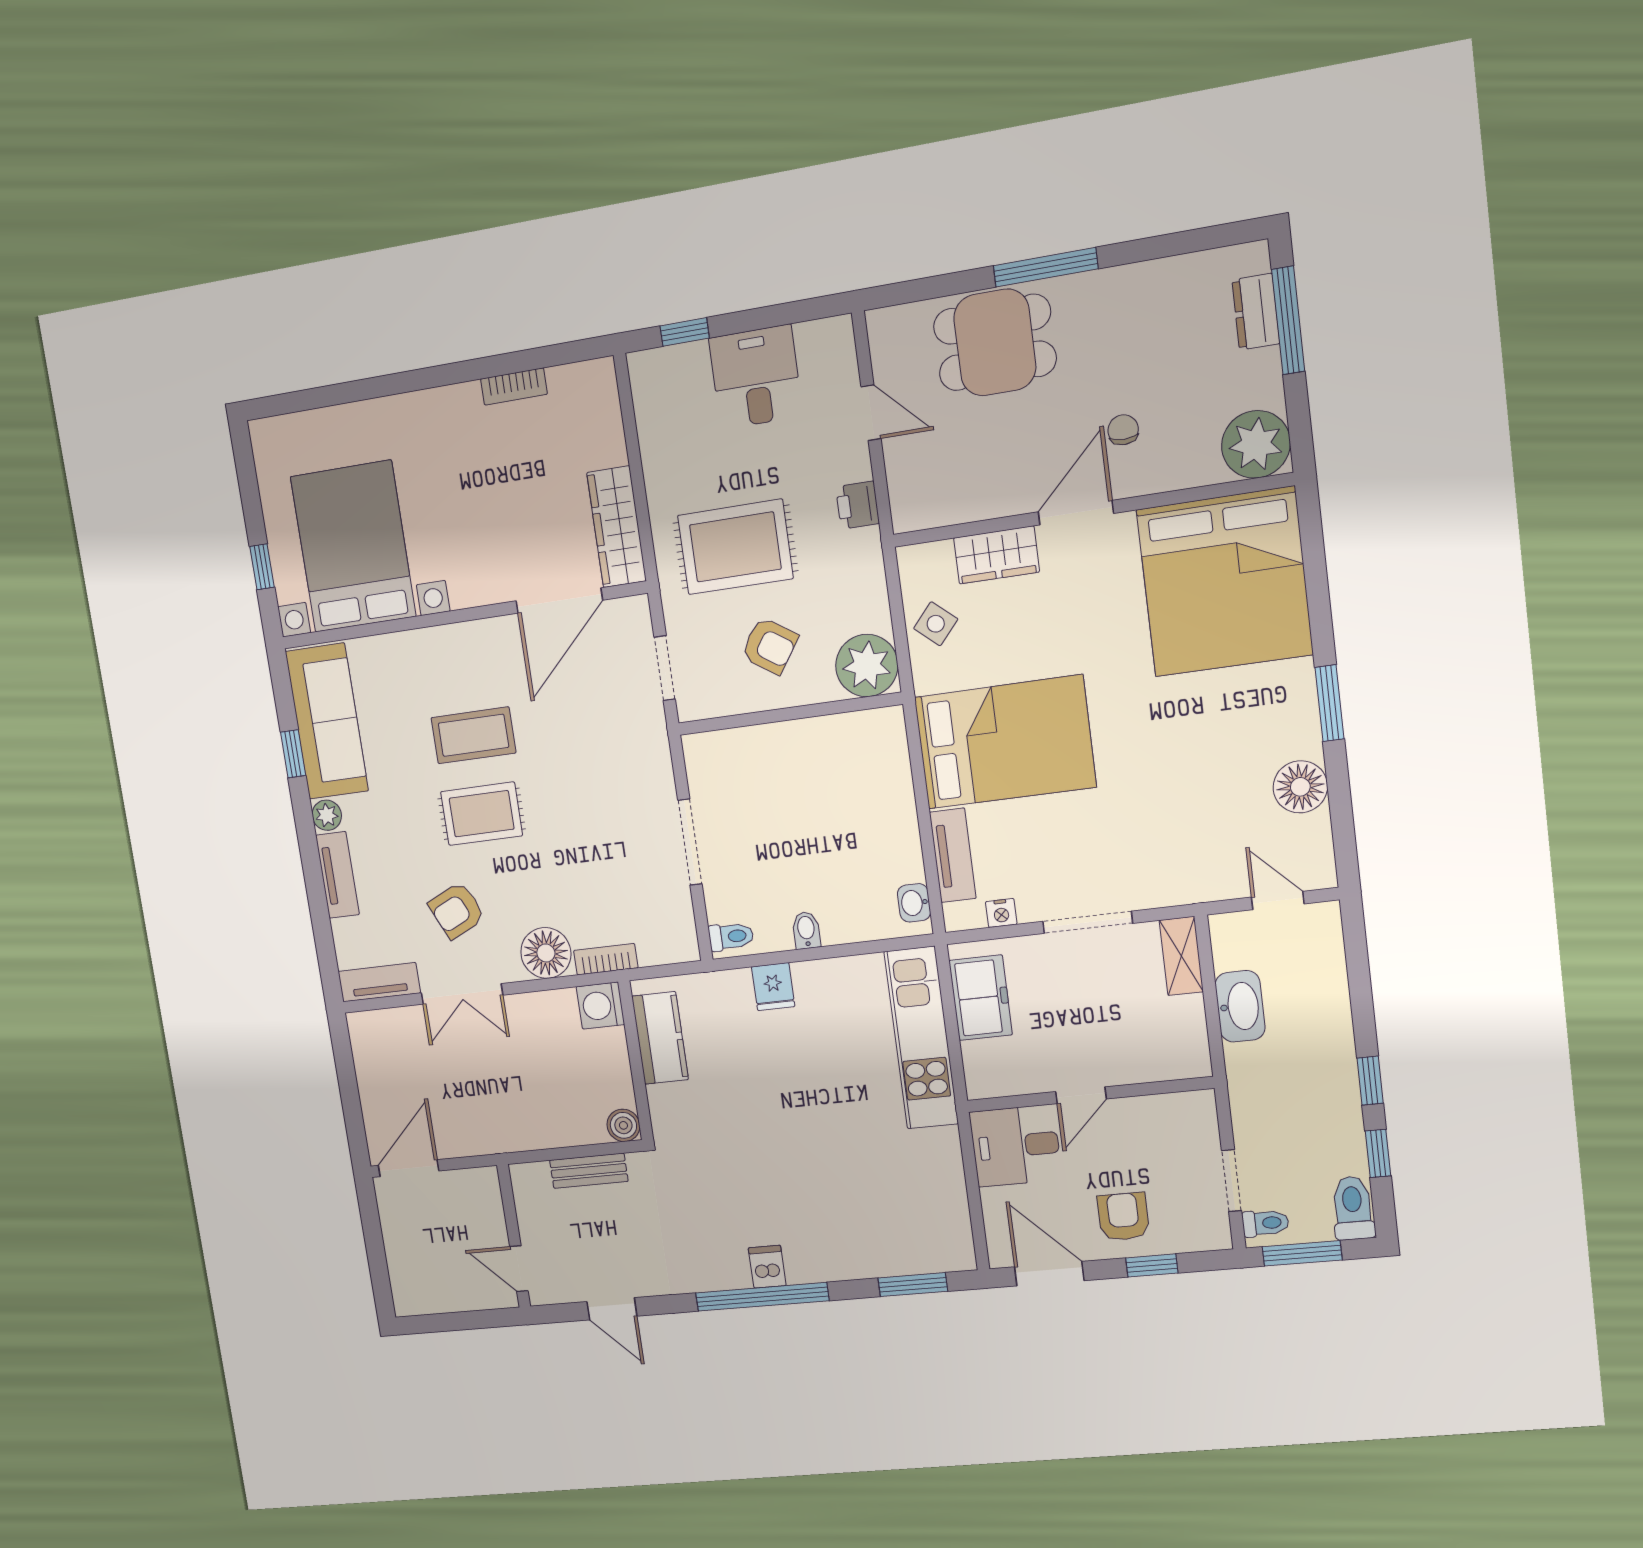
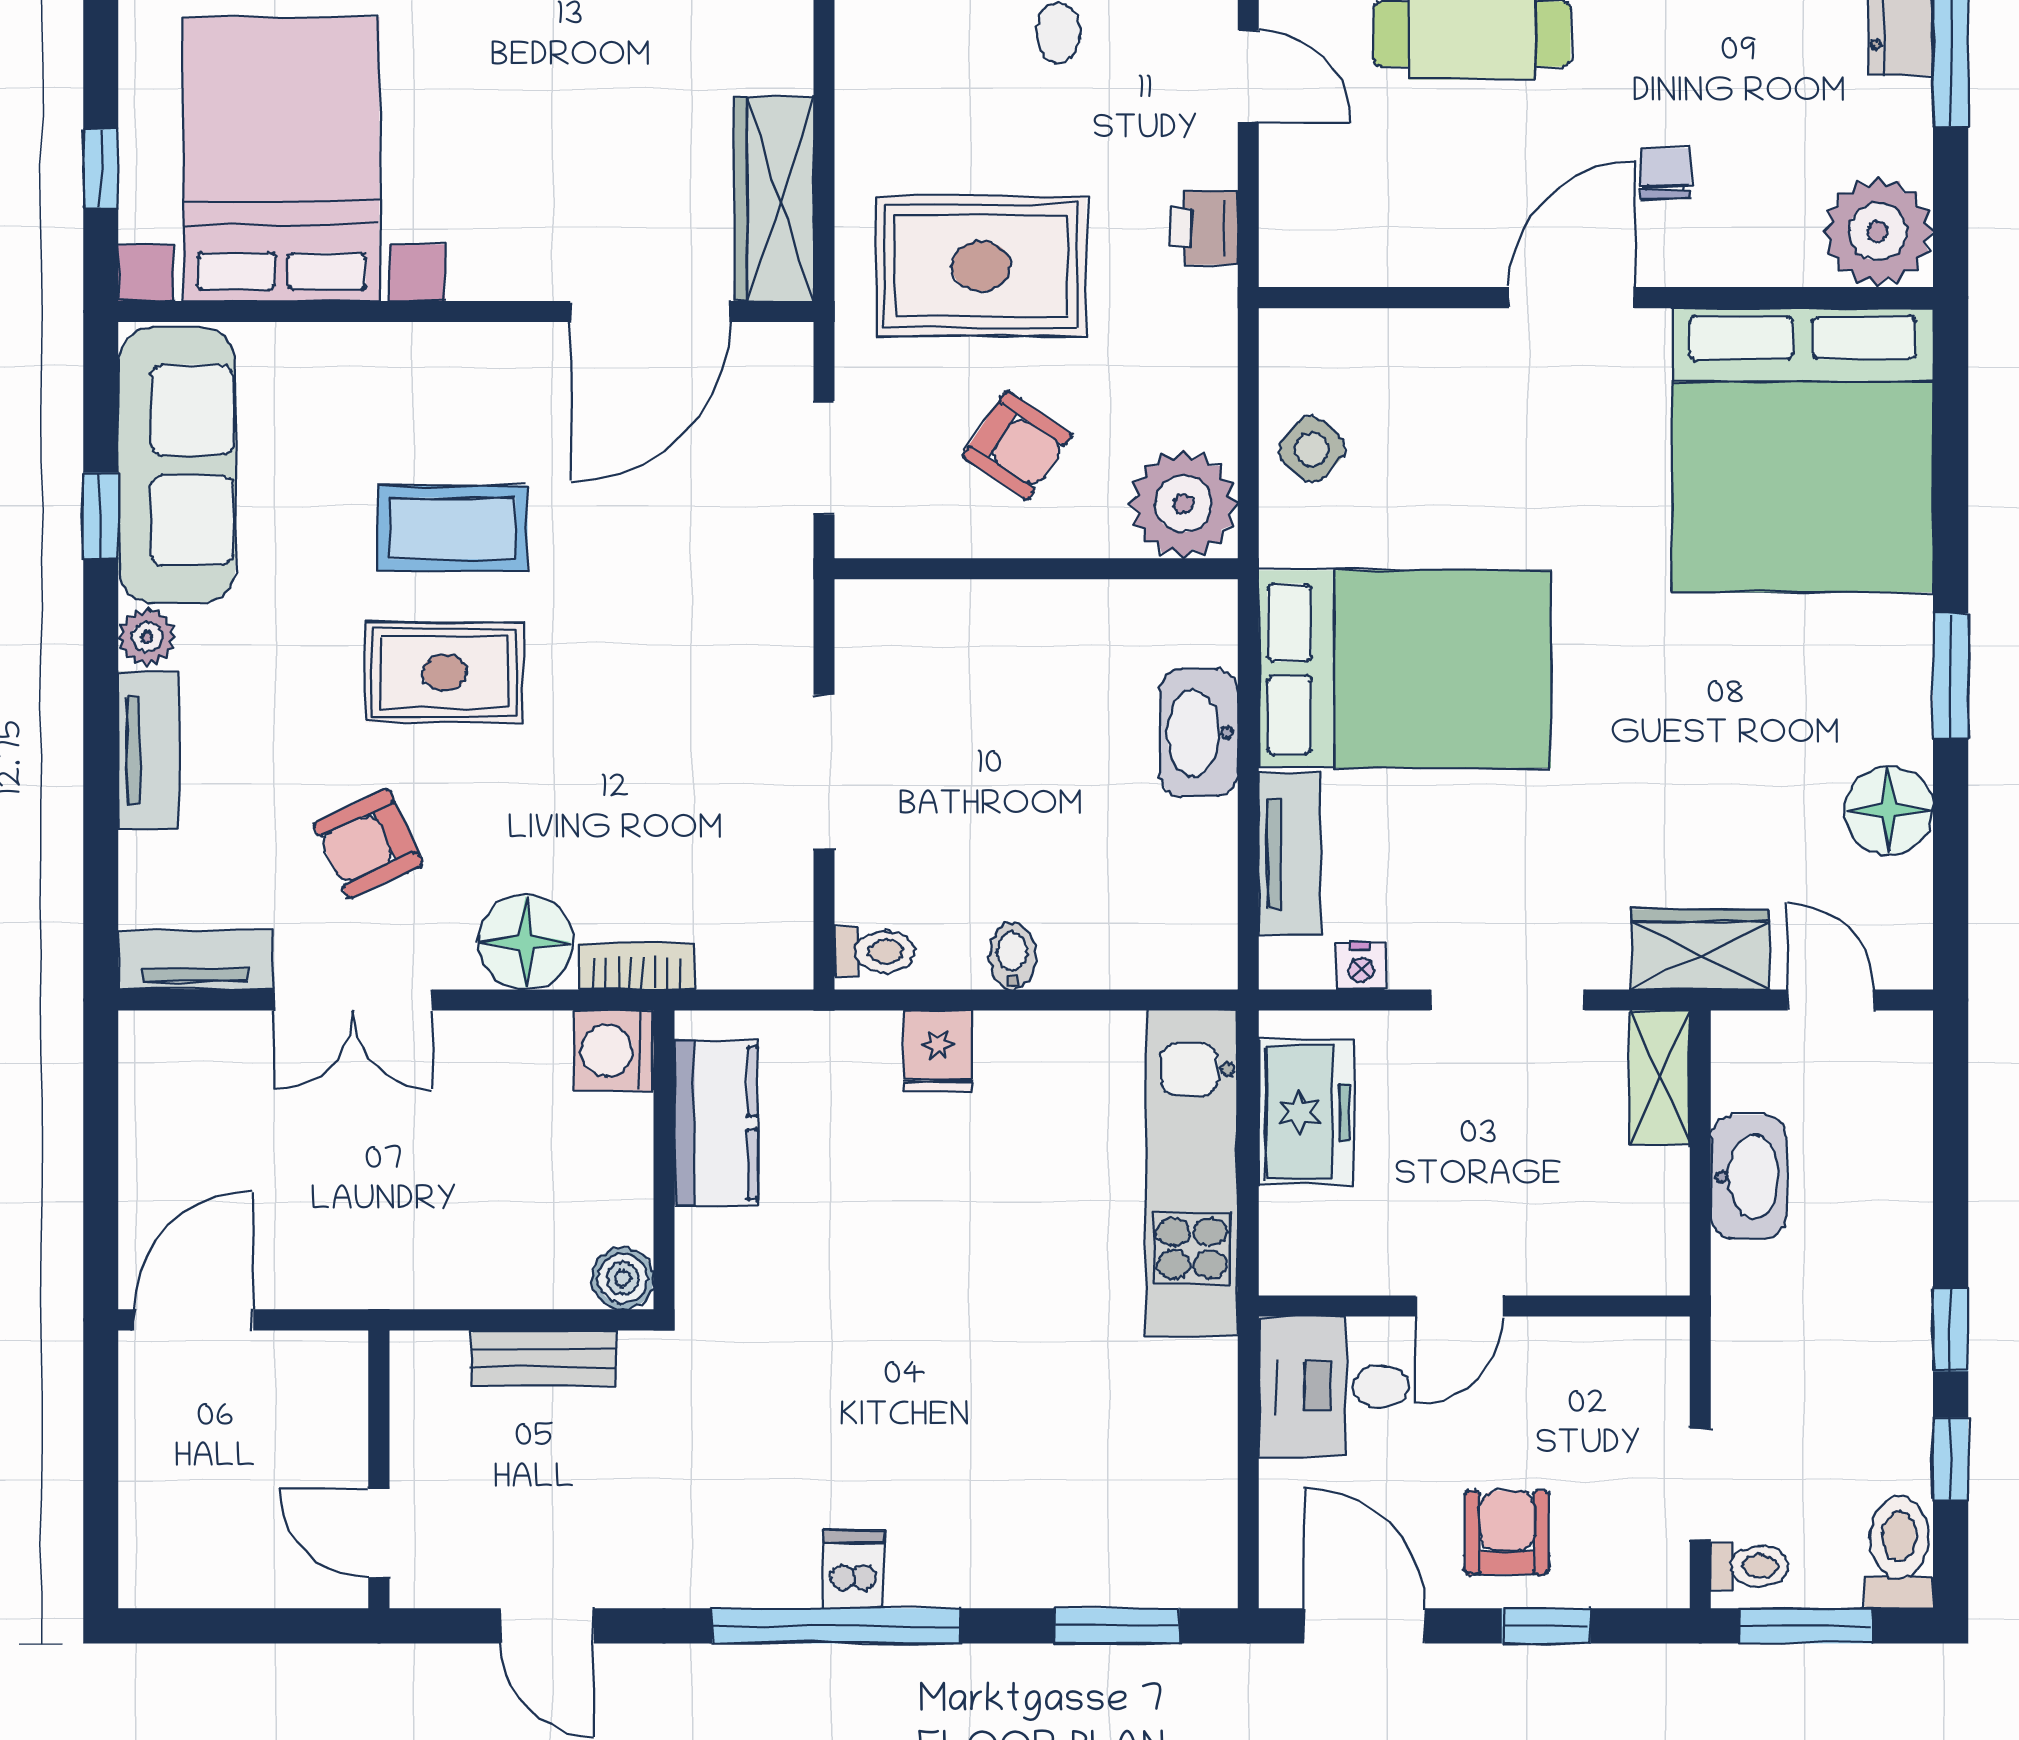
wardrobe: (996, 555) -> (1700, 950), moved, turned 180
washbasin: (914, 903) -> (1199, 733), moved, width x1.91, depth x1.45

